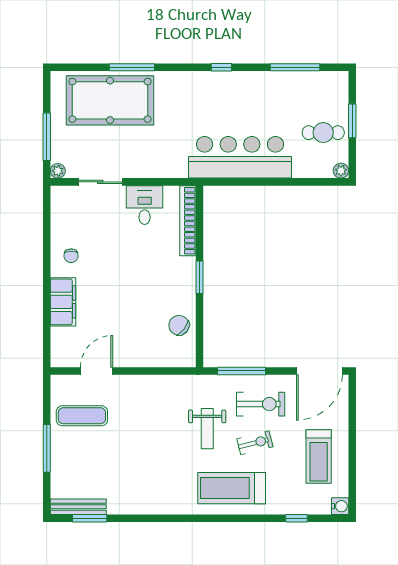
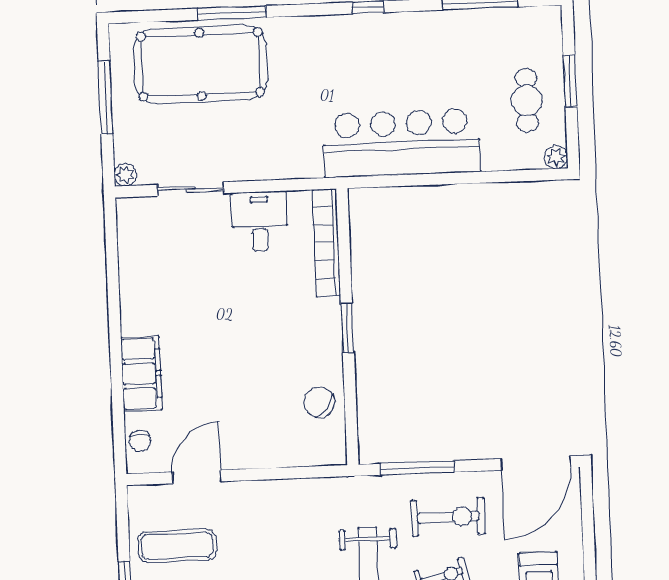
cafe table: (323, 133) -> (527, 100), turned 90
window: (47, 137) -> (105, 97), moved
chair: (71, 256) -> (140, 441), moved

